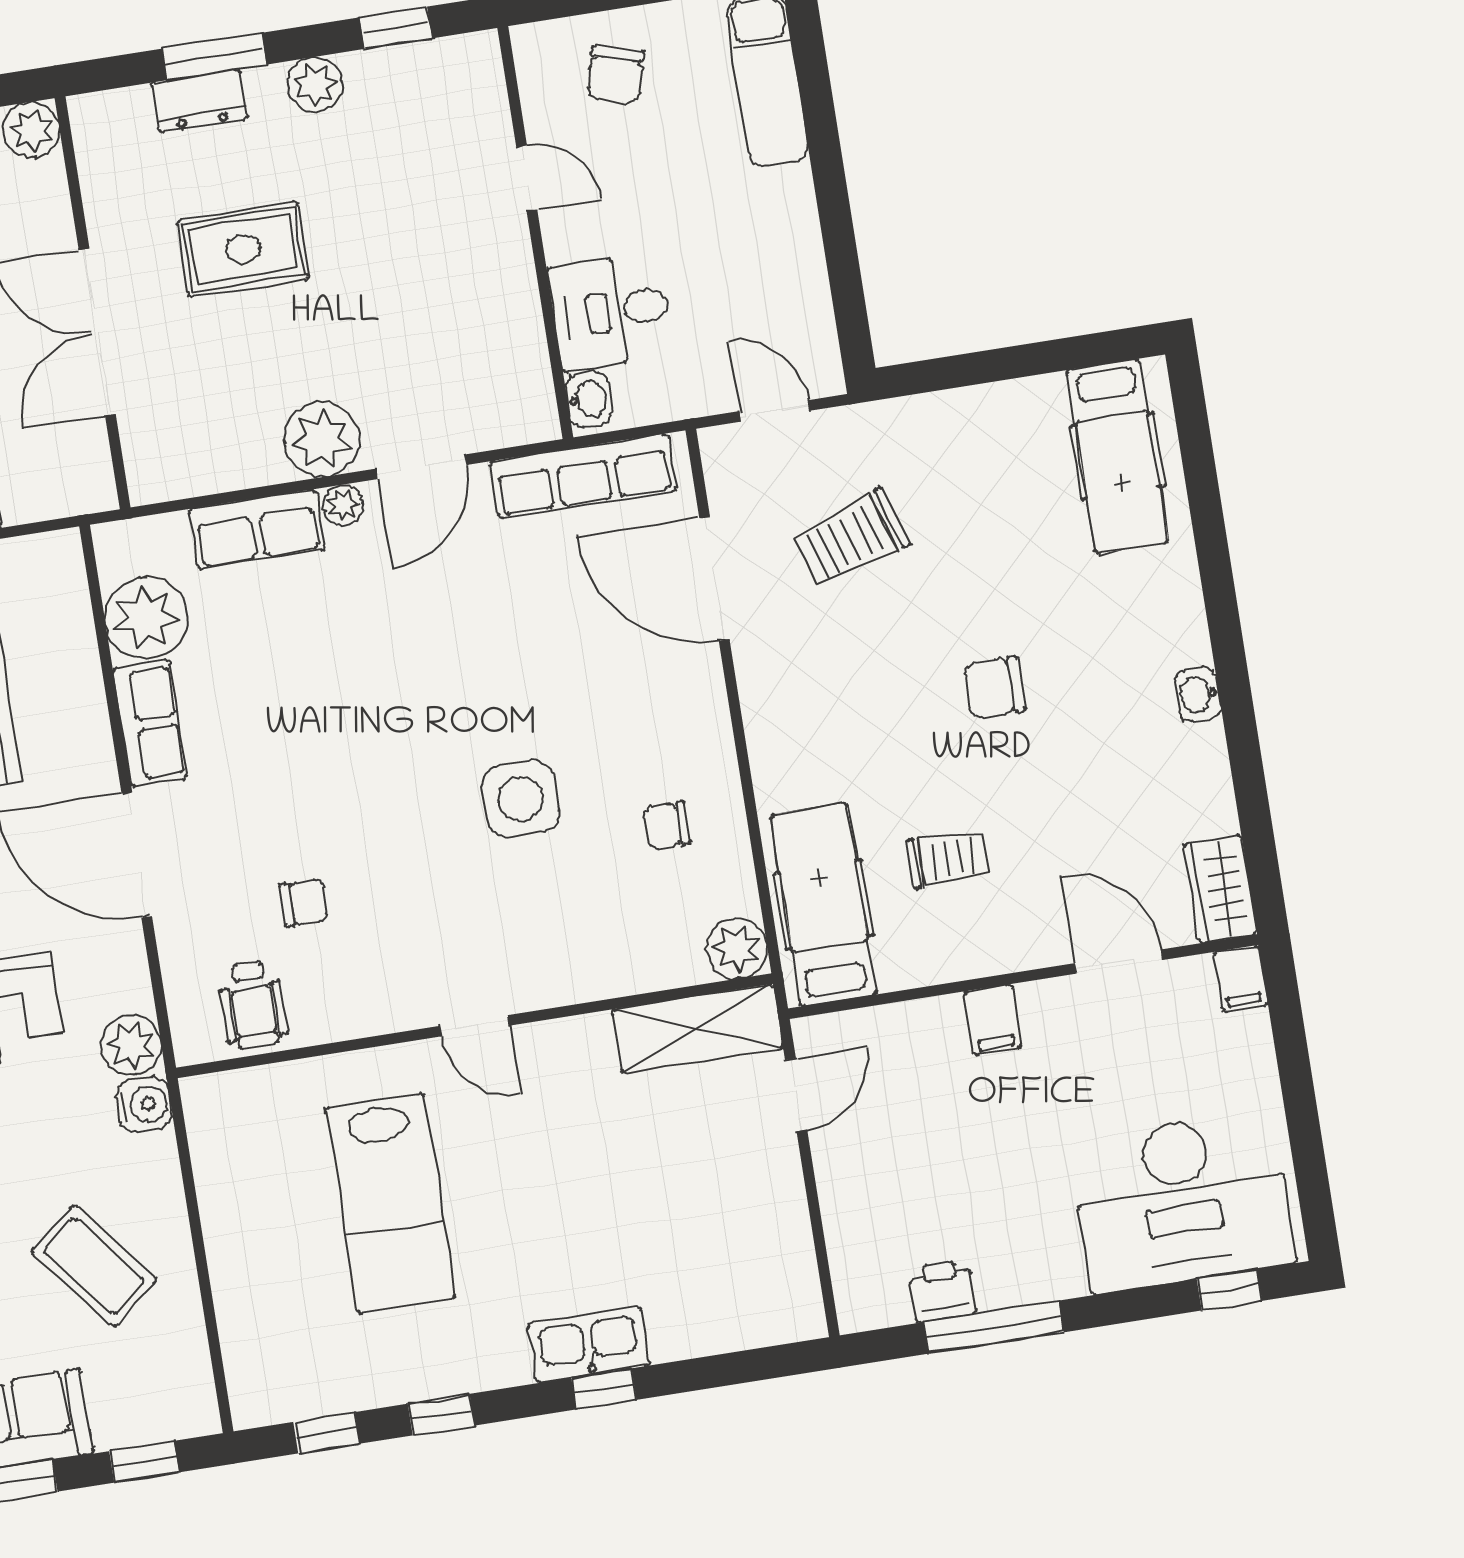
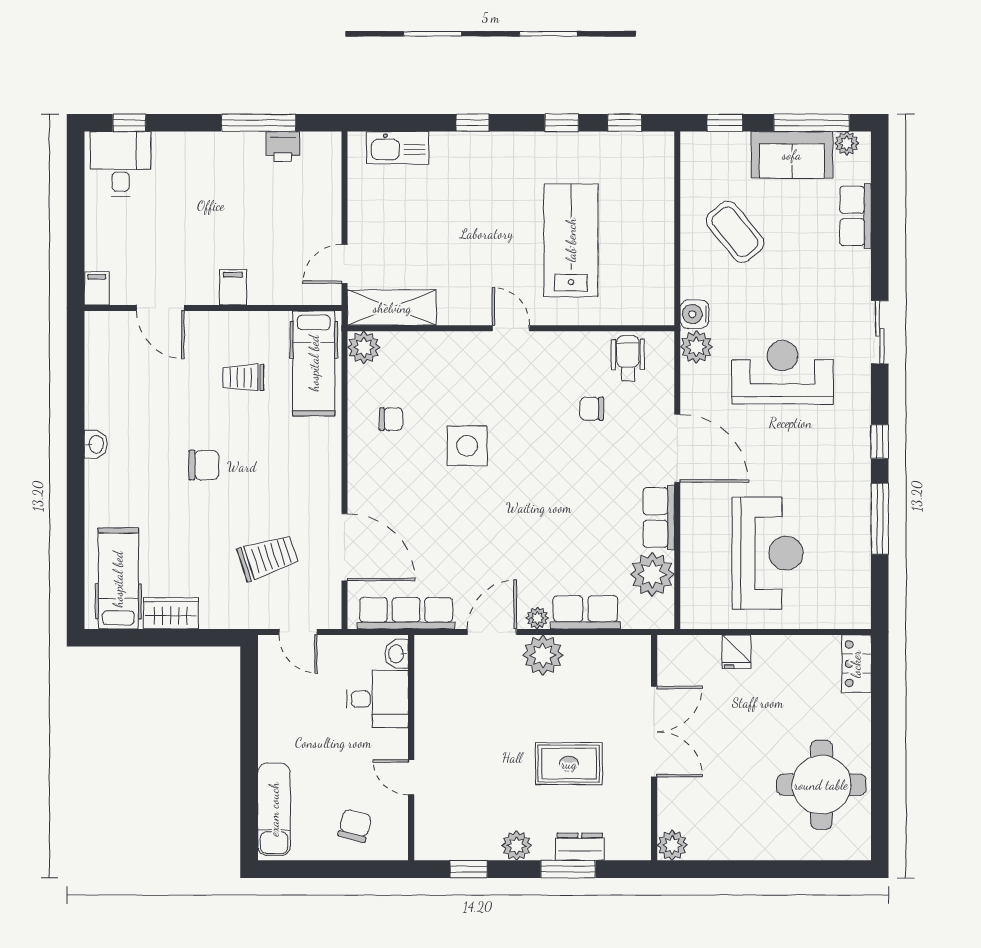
wardrobe: (1220, 889) -> (171, 613), moved, turned -90
desk: (1182, 1202) -> (121, 164), width x0.53, depth x0.77
kitchen sink: (589, 1345) -> (398, 148), moved

